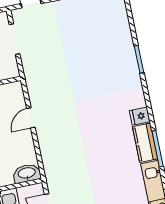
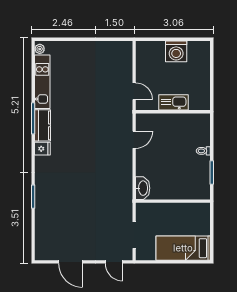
door: (31, 118) -> (134, 140), moved
washbasin: (27, 173) -> (143, 188), moved, turned -90

